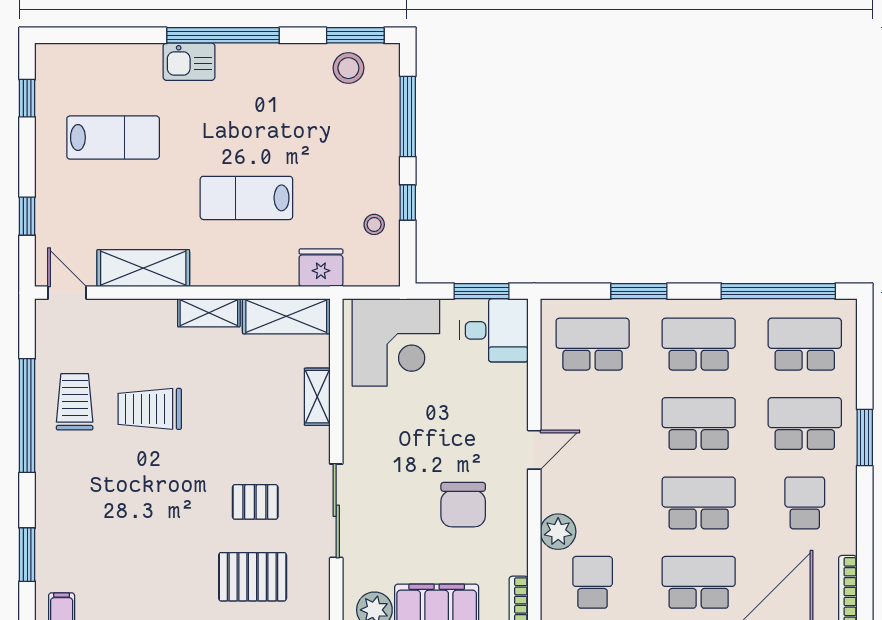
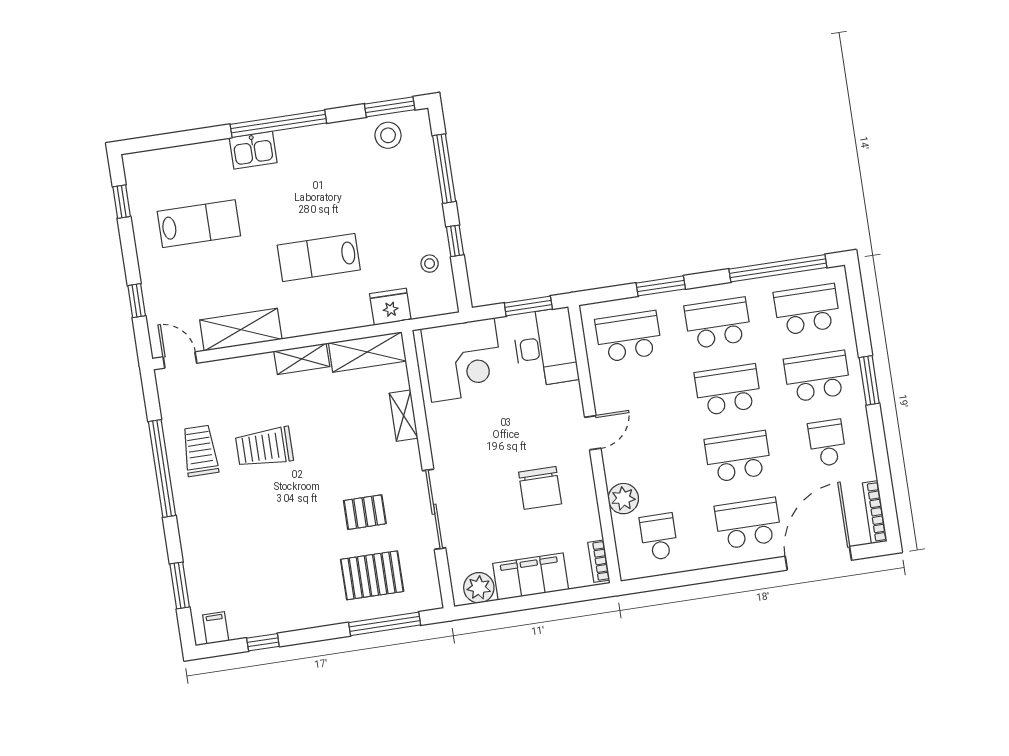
desk: (494, 330) -> (545, 347), width x1.37

